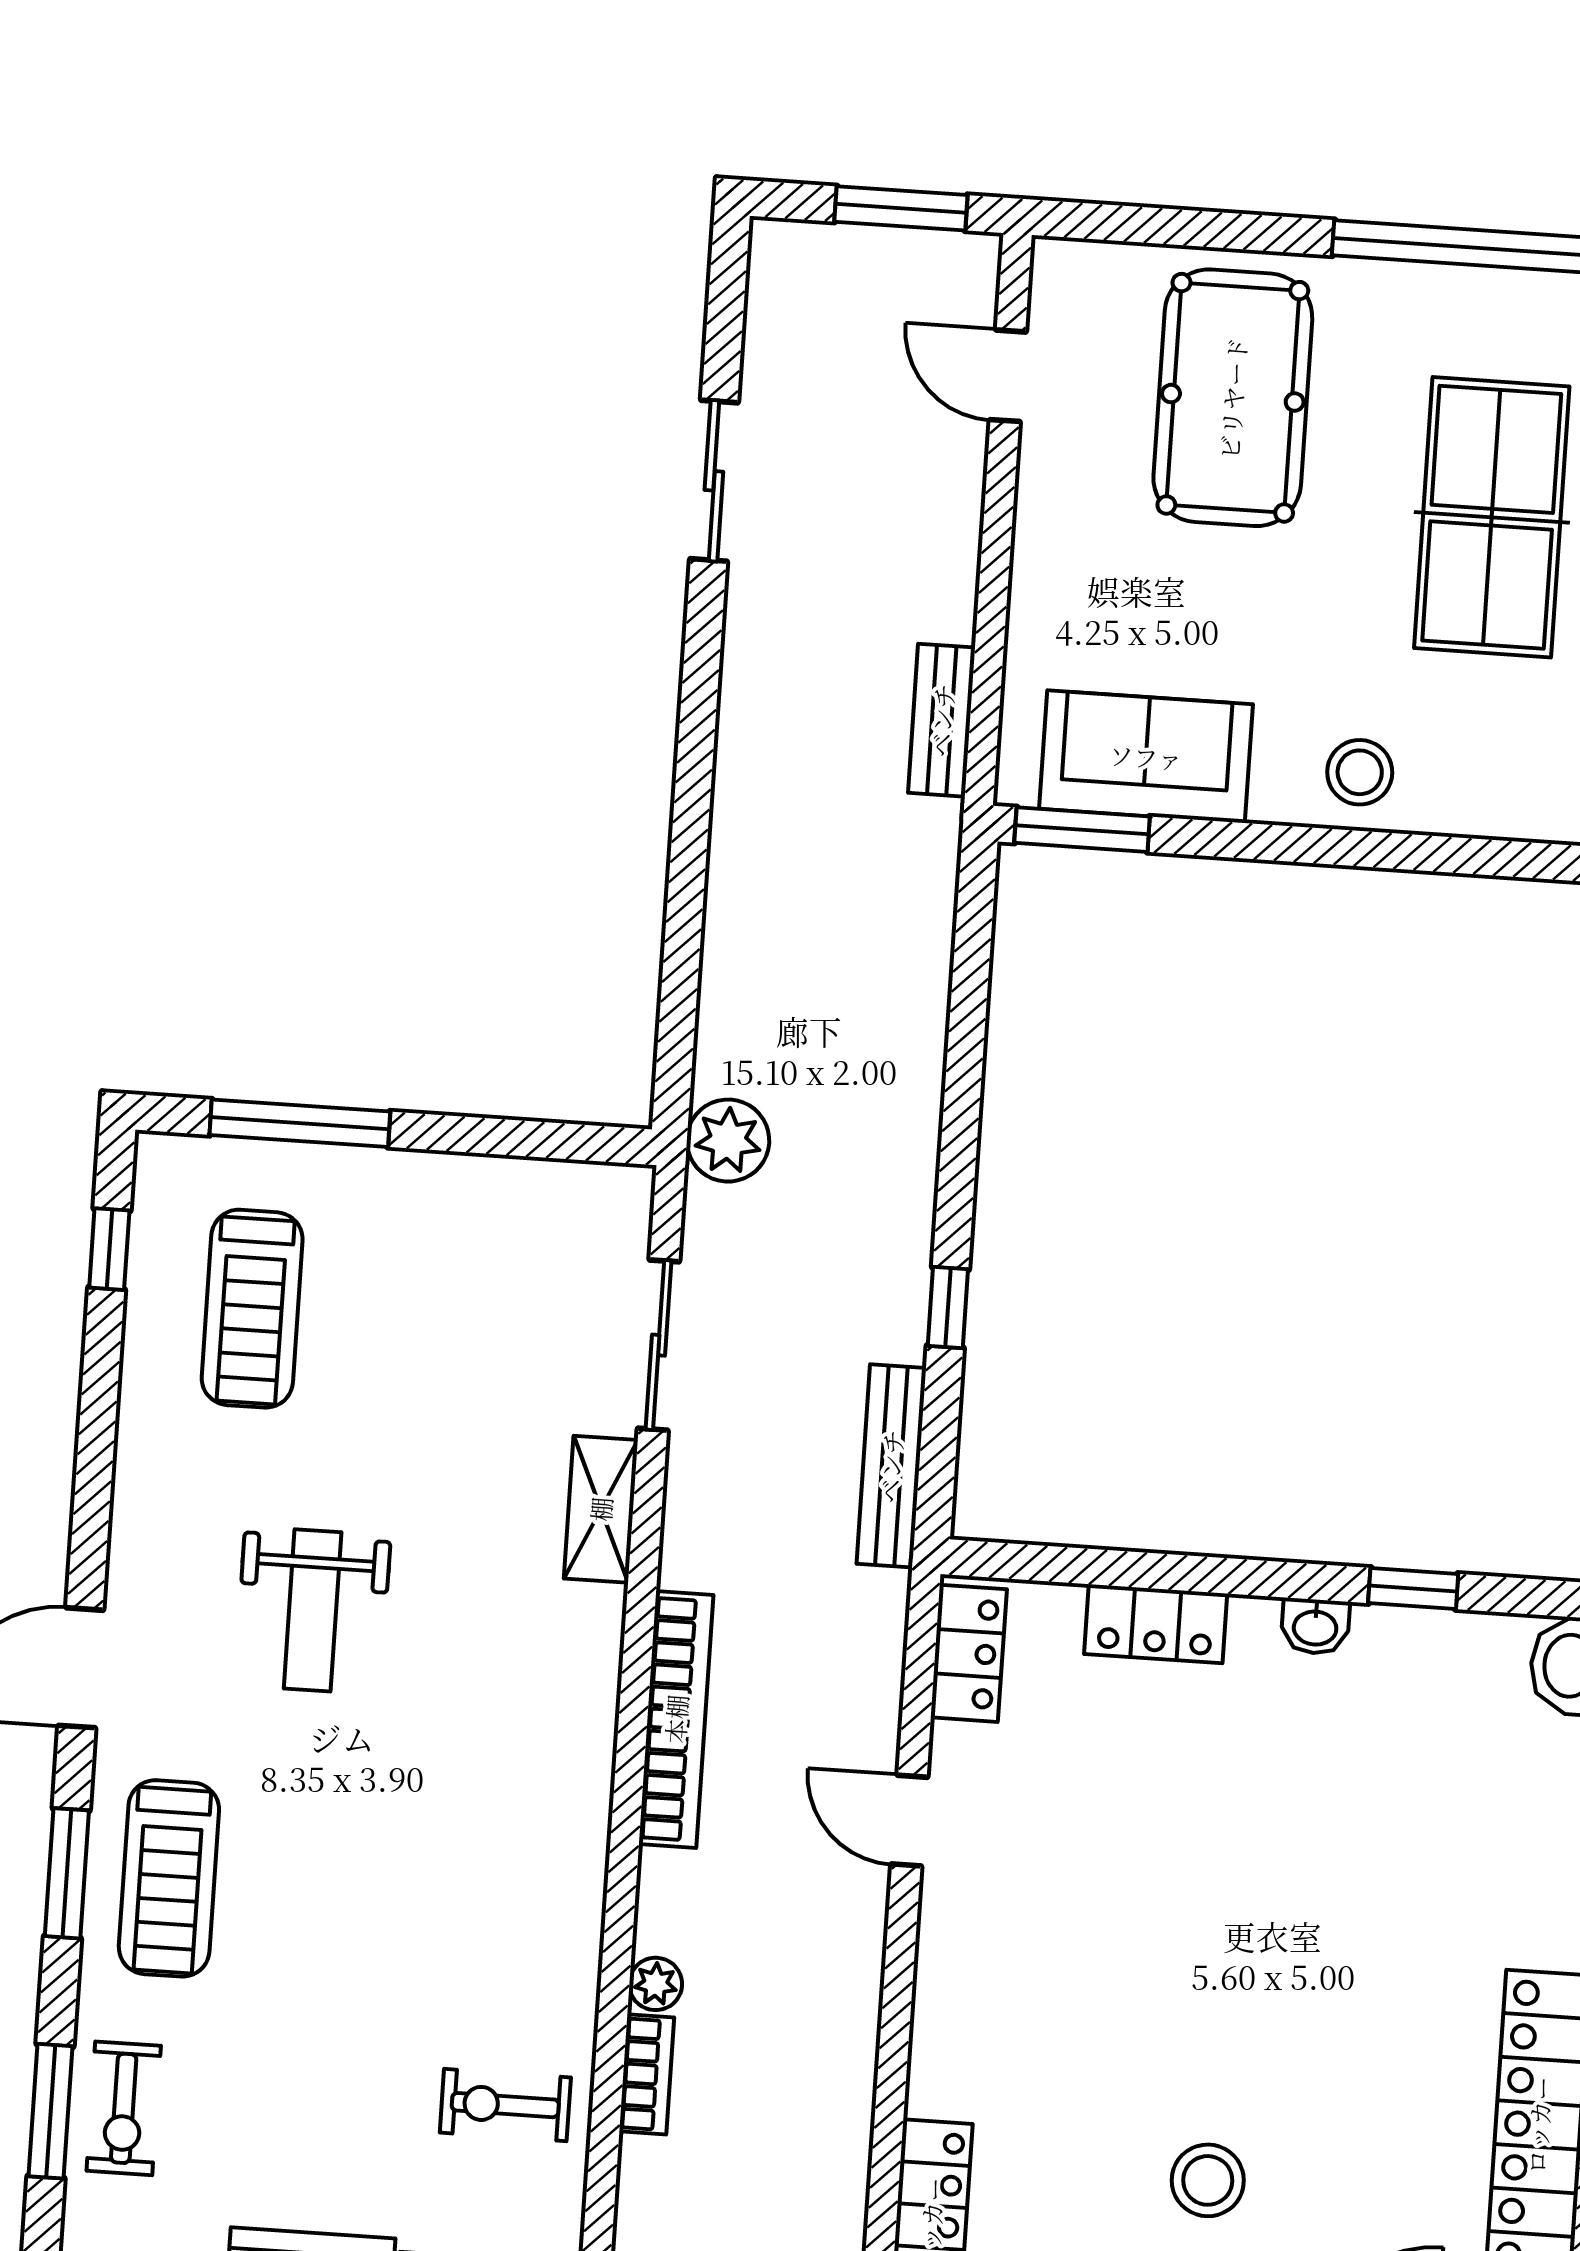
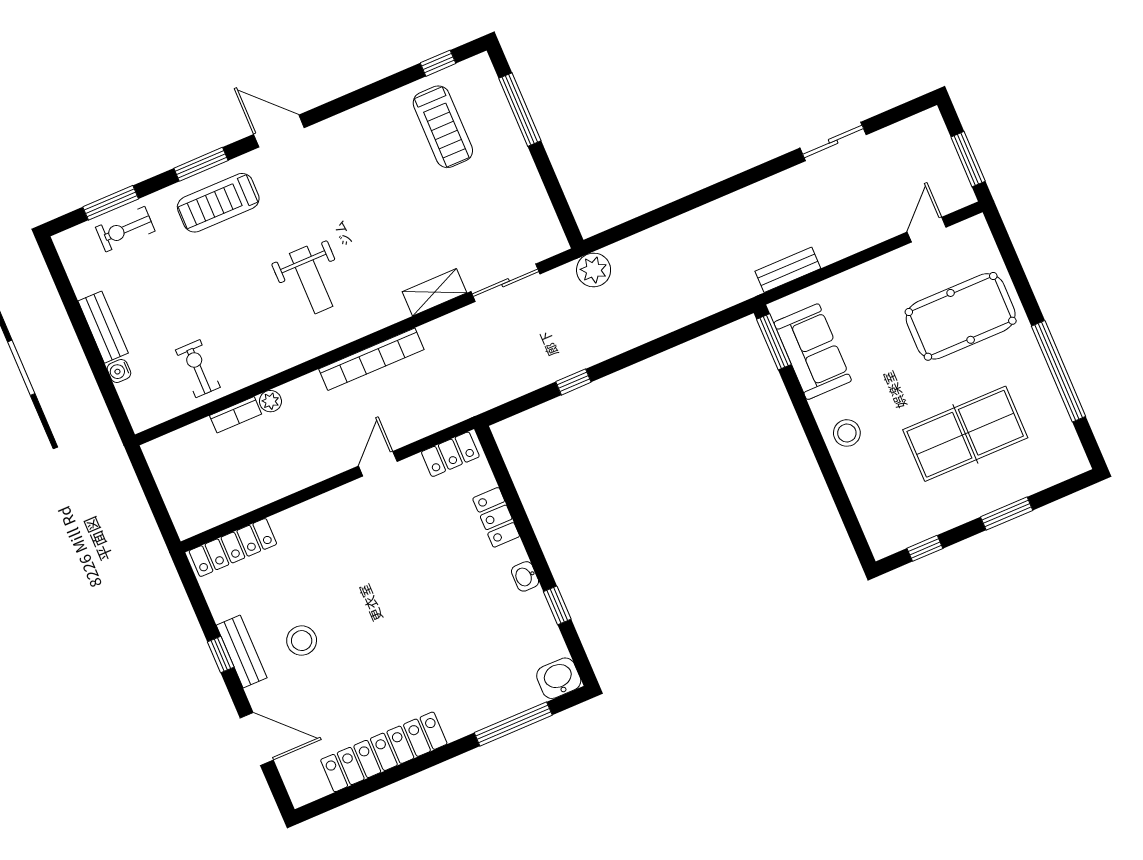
treadmill: (252, 1309) -> (443, 127), turned -90
bench: (891, 1466) -> (505, 391), removed
weight bench: (313, 1610) -> (311, 280), moved, turned -90

